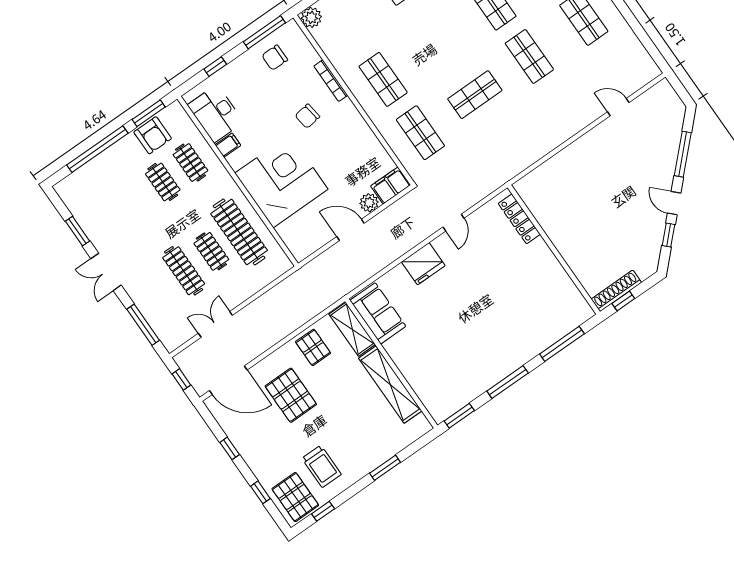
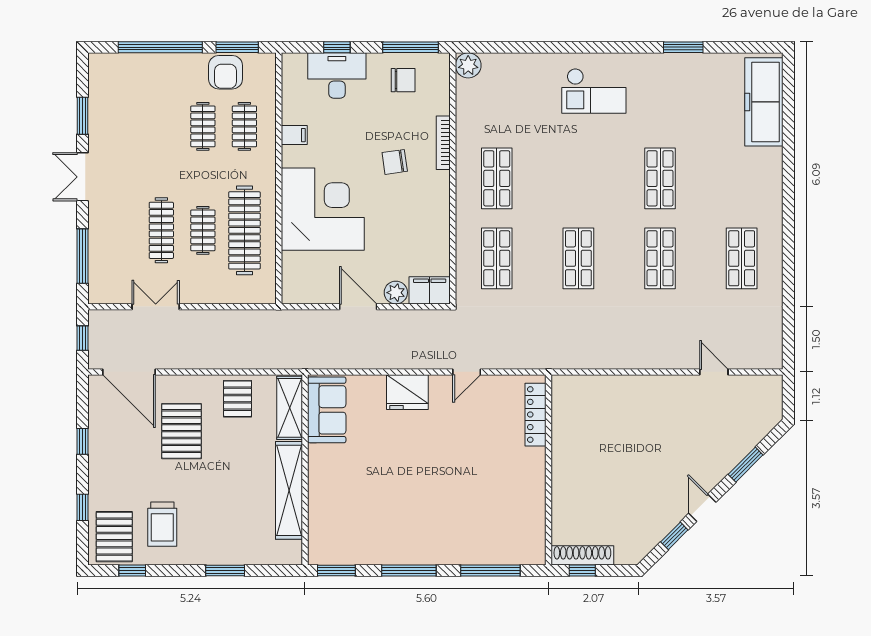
chair: (275, 58) -> (403, 80), turned 180
shop shelf: (475, 95) -> (578, 258), turned 90
desk: (216, 113) -> (337, 75), moved, turned 90
window: (683, 154) -> (746, 465), width x0.69

